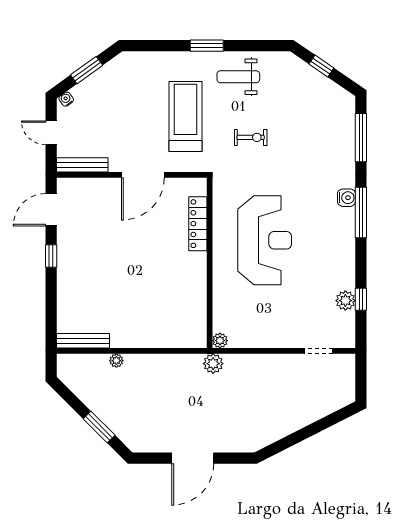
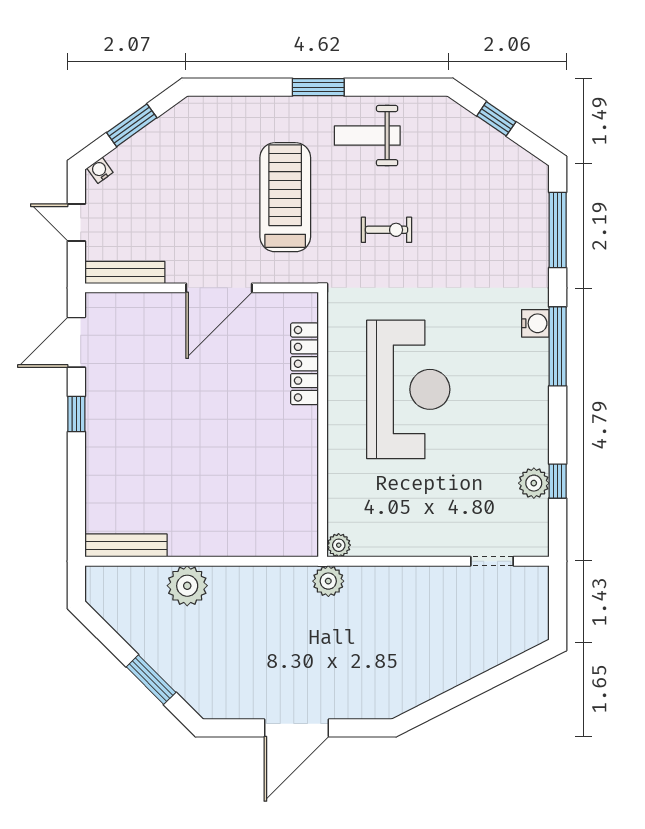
plant: (116, 361) -> (187, 586), width x1.88, depth x1.88

